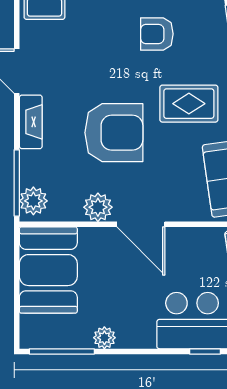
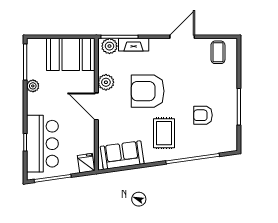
armchair: (157, 34) -> (203, 115), turned -90
fireplace: (31, 122) -> (134, 45), moved
armchair: (114, 133) -> (148, 91), turned 90
door: (141, 224) -> (96, 106), hinge flipped

